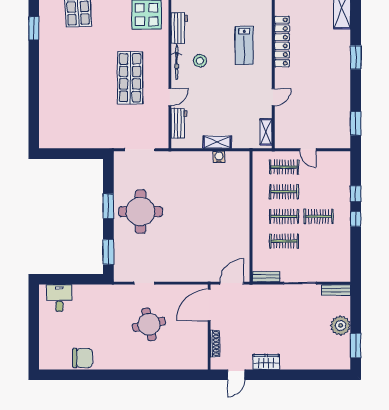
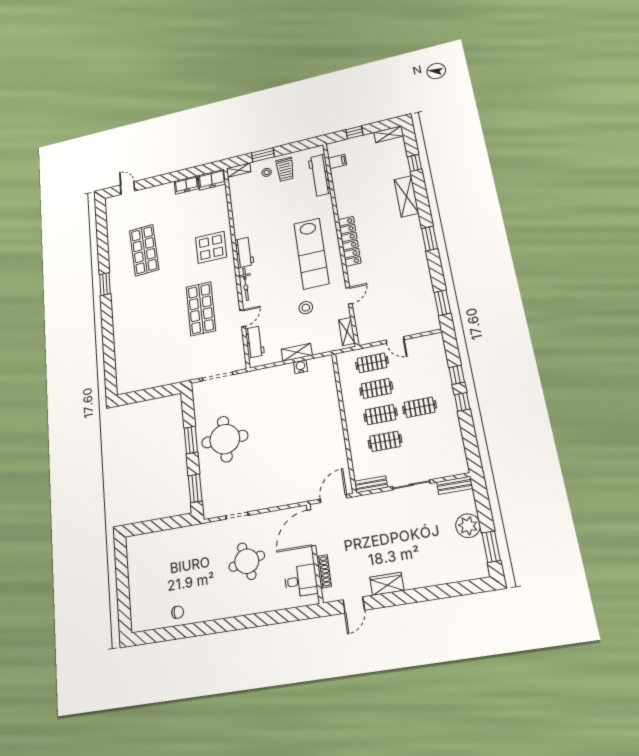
lab bench: (244, 45) -> (311, 253), width x1.86, depth x1.39
stool: (200, 61) -> (306, 308), moved
desk: (59, 298) -> (301, 581), moved, turned 90
chair: (83, 358) -> (178, 612), width x0.54, depth x0.54

